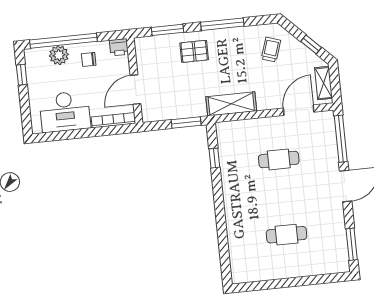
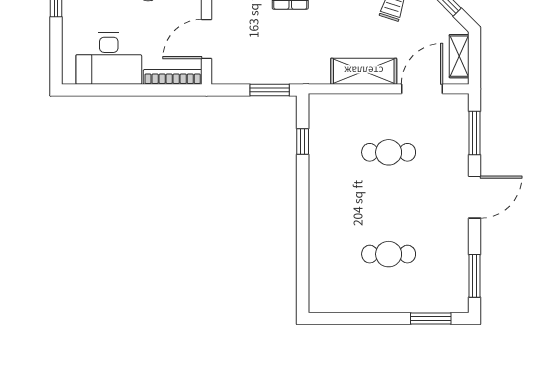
shelving: (231, 104) -> (364, 71), moved
window: (341, 139) -> (475, 133), width x0.69
window: (323, 279) -> (431, 319), added

